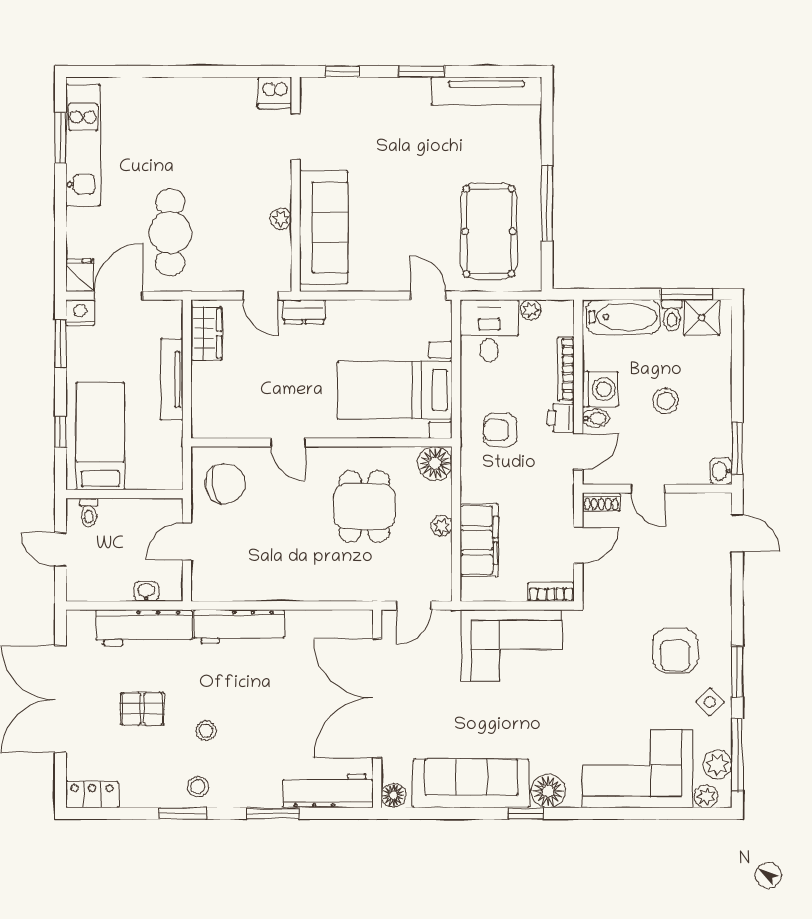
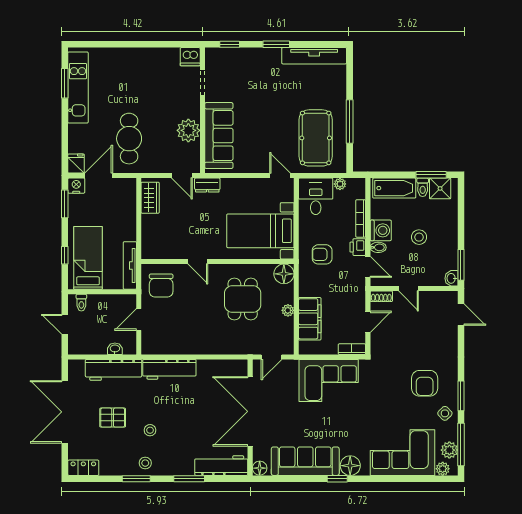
plant: (281, 219) -> (188, 130), width x1.88, depth x1.88
tv unit: (172, 379) -> (130, 265), moved
door: (578, 452) -> (368, 267), hinge flipped
chair: (225, 484) -> (161, 286), turned 100

